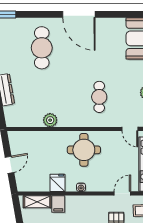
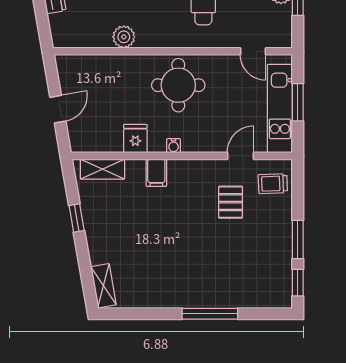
filing cabinet: (58, 204) -> (156, 173), moved

